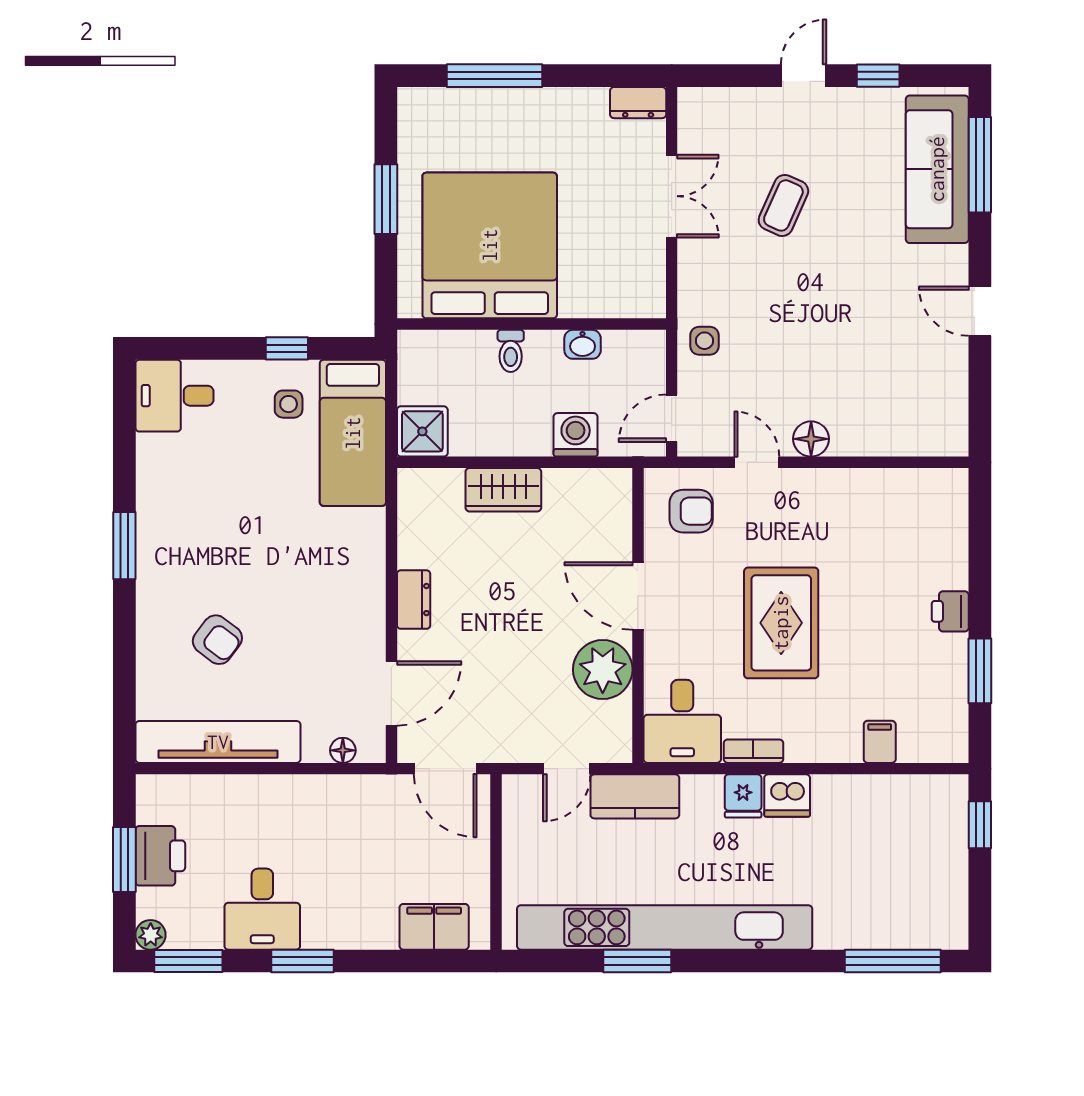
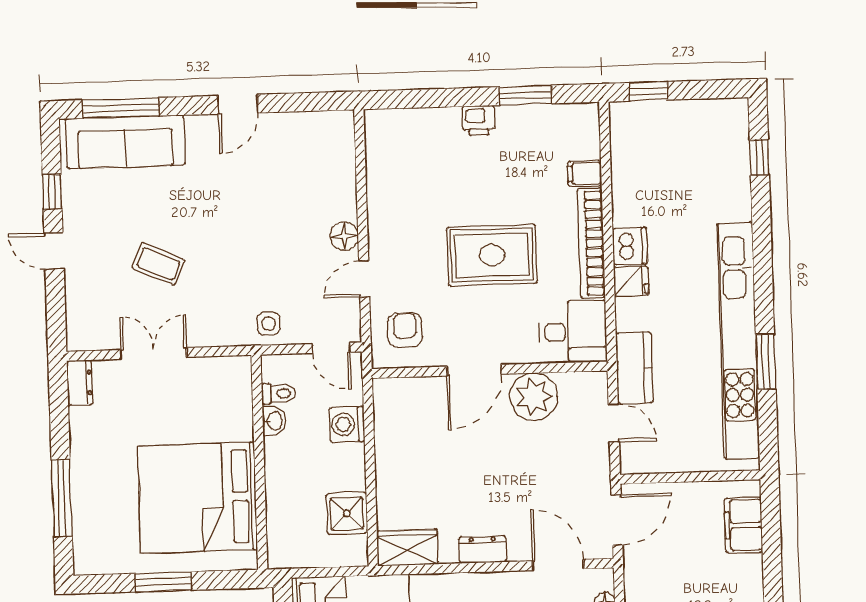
toilet: (511, 351) -> (279, 393), moved
shower: (422, 431) -> (347, 513), moved
wardrobe: (503, 490) -> (407, 548), moved, turned -90
bookcase: (753, 751) -> (591, 243), width x2.31, depth x1.31
window: (893, 961) -> (759, 157), width x0.46

